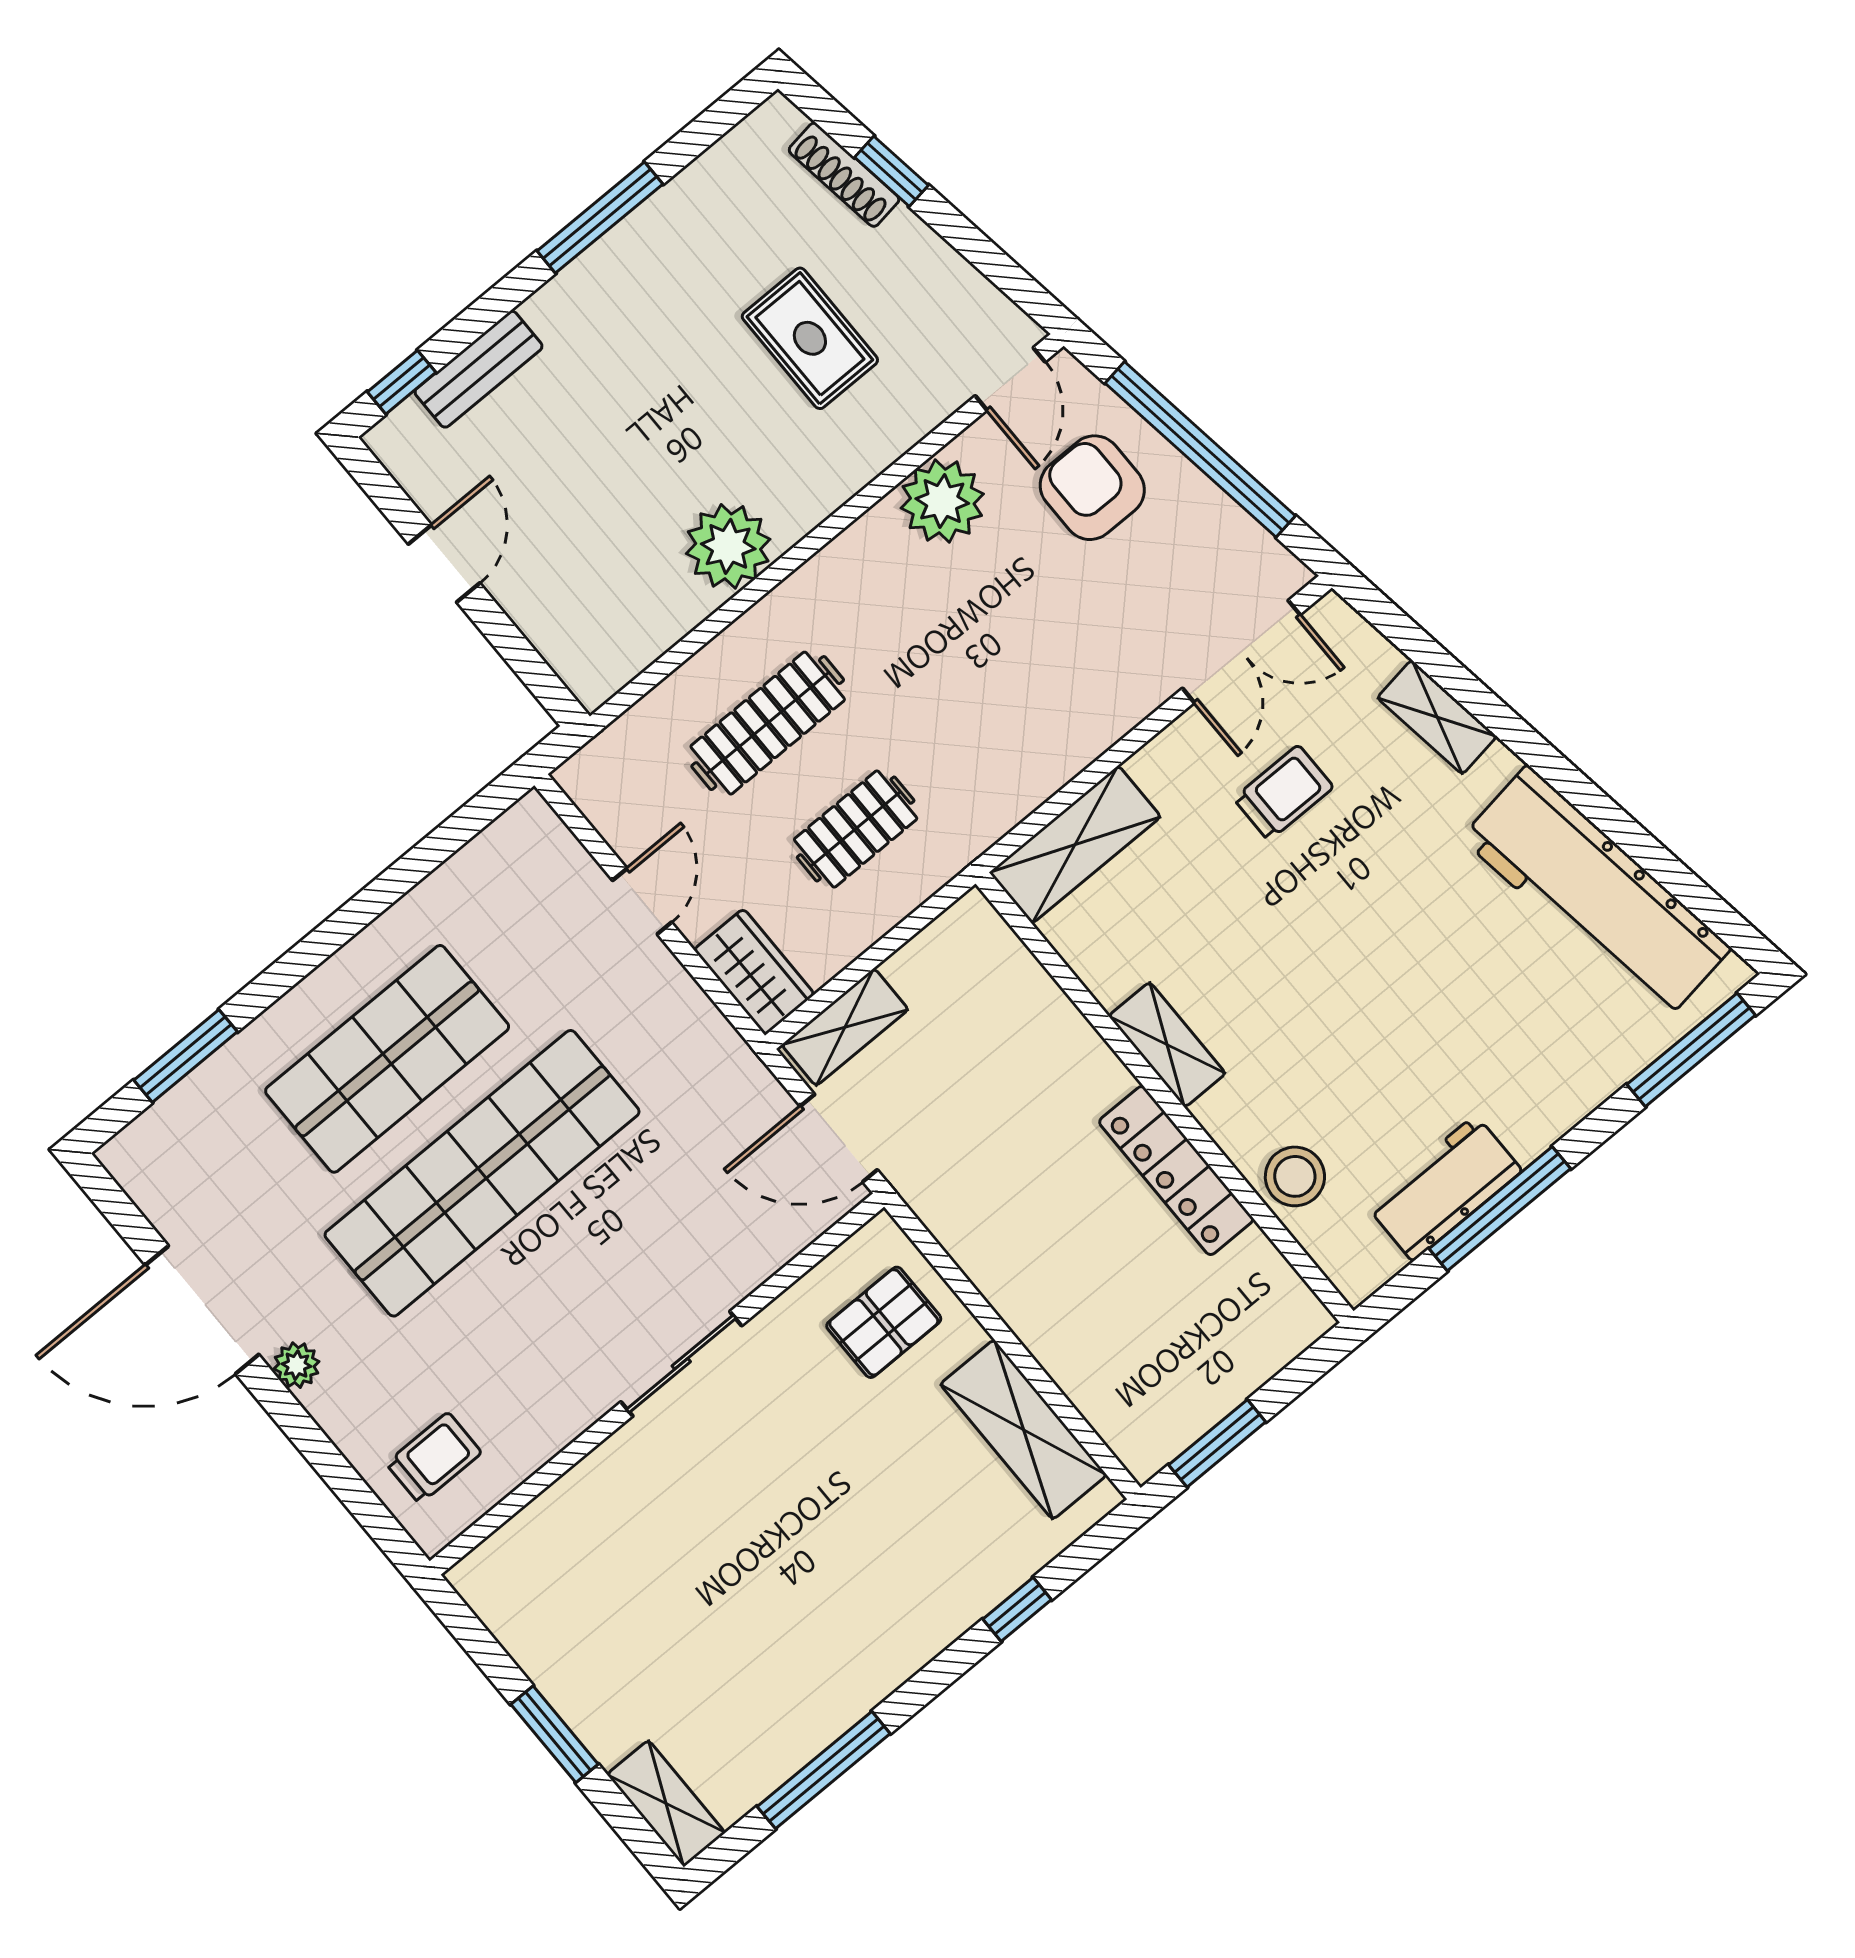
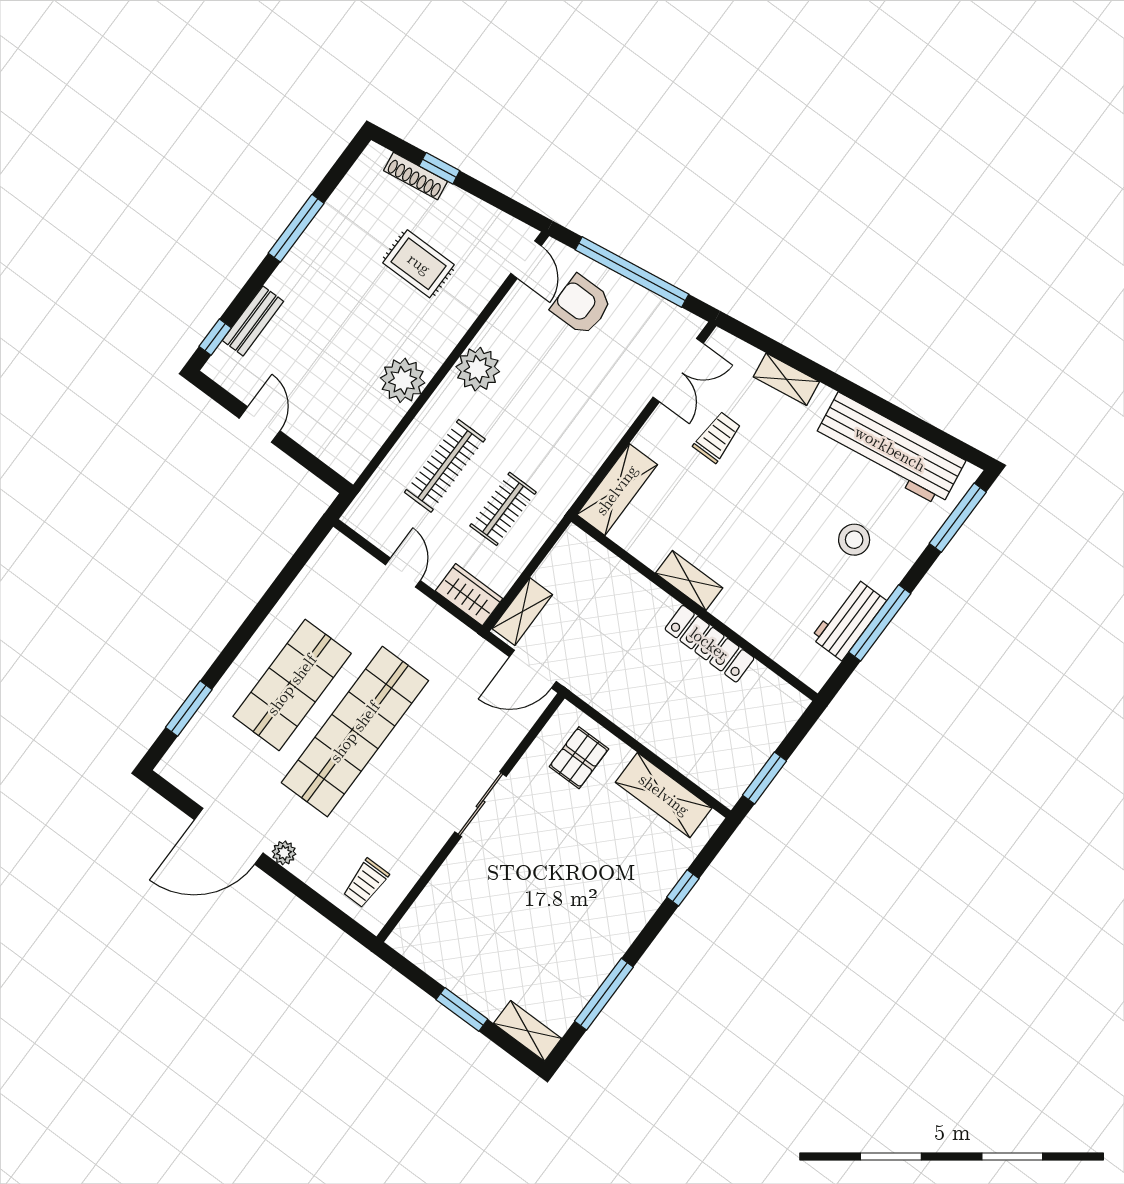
plant: (942, 501) -> (478, 369), moved
stool: (1295, 1176) -> (854, 540), moved
trolley: (434, 1458) -> (366, 883), turned 180

